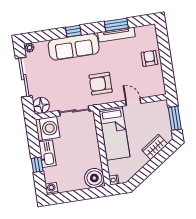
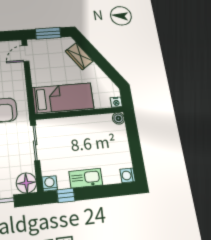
door: (133, 102) -> (25, 53), moved
washing machine: (48, 128) -> (50, 183), width x0.53, depth x0.53
window: (37, 165) -> (66, 195), moved
boiler: (94, 178) -> (118, 118), width x0.54, depth x0.54

